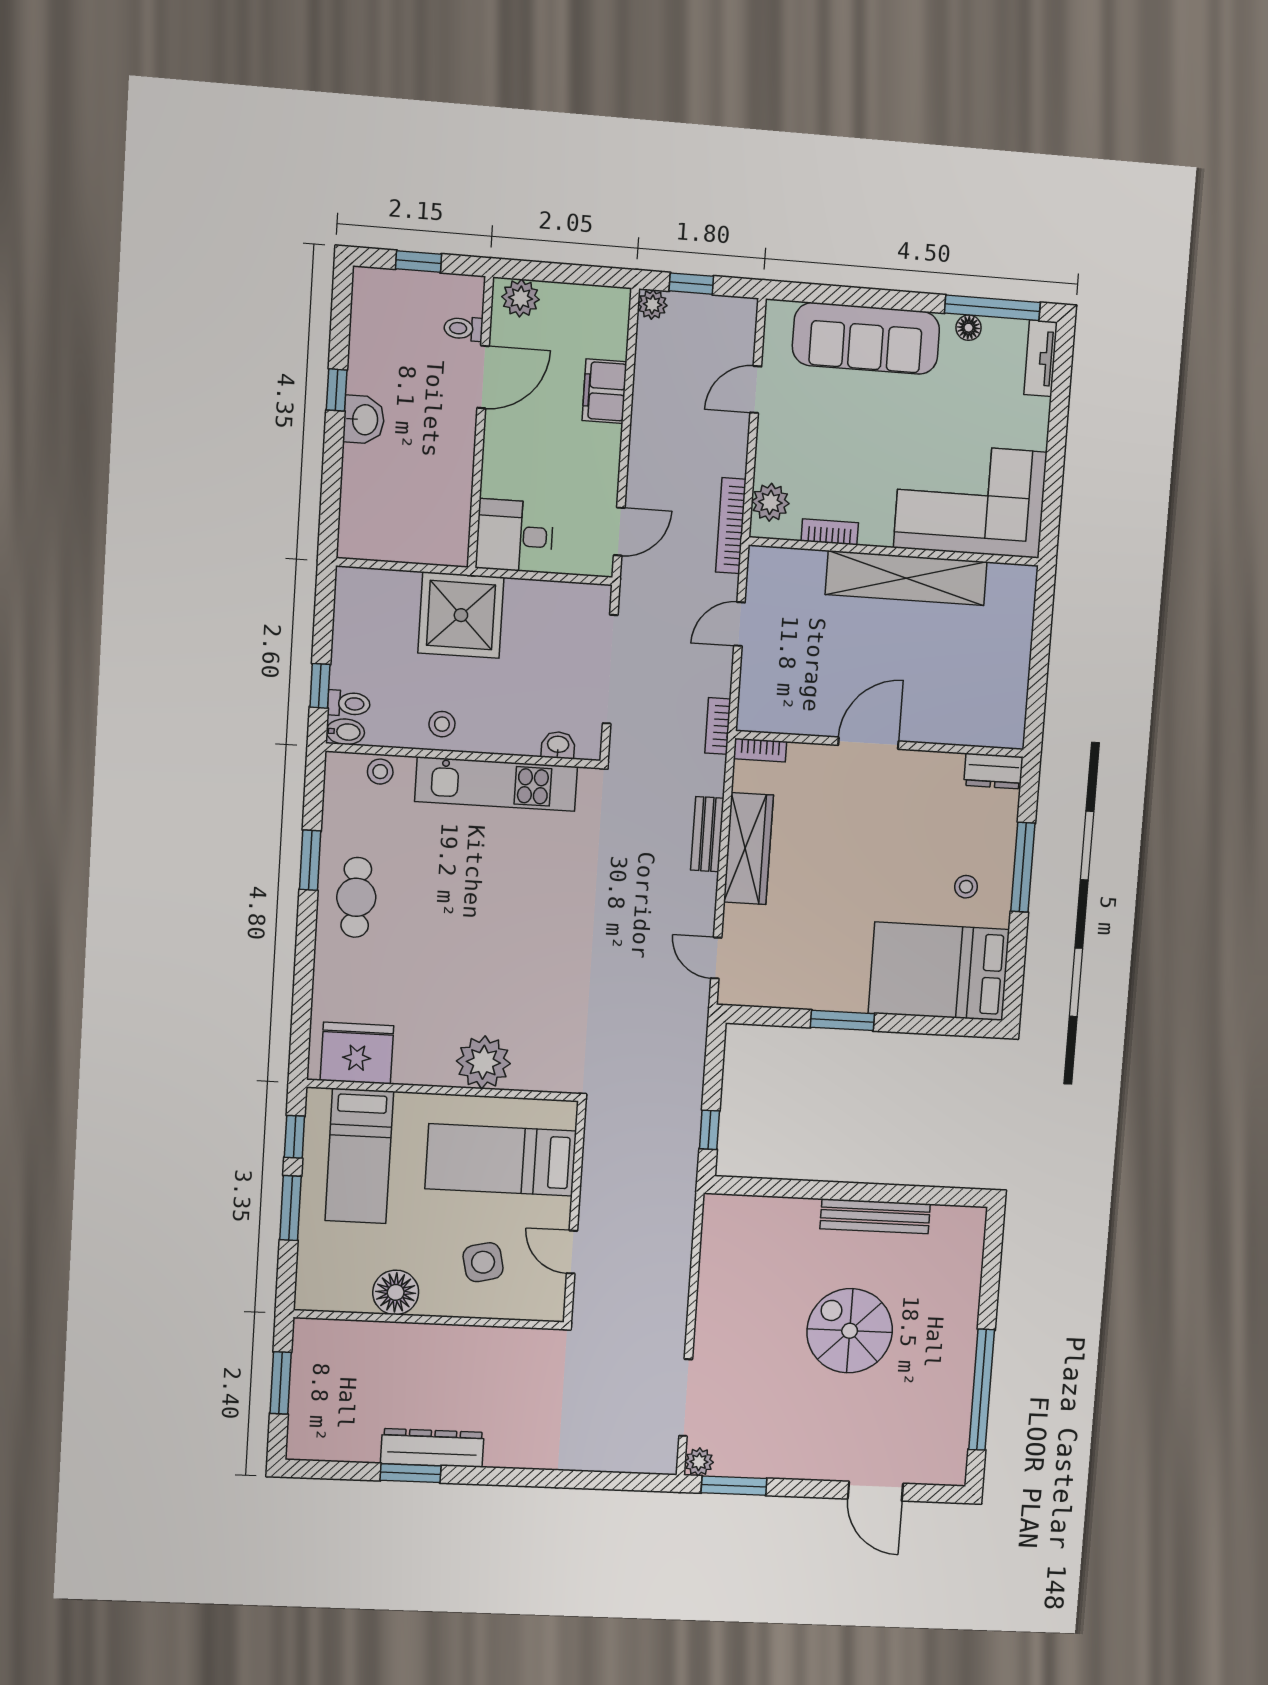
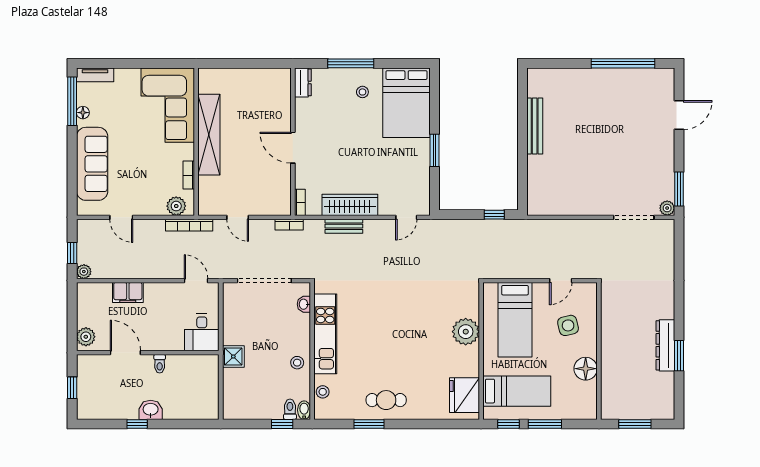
toilet: (463, 329) -> (160, 364), moved
shower: (461, 615) -> (233, 356), width x0.54, depth x0.54
spiral stairs: (850, 1331) -> (595, 135), removed

